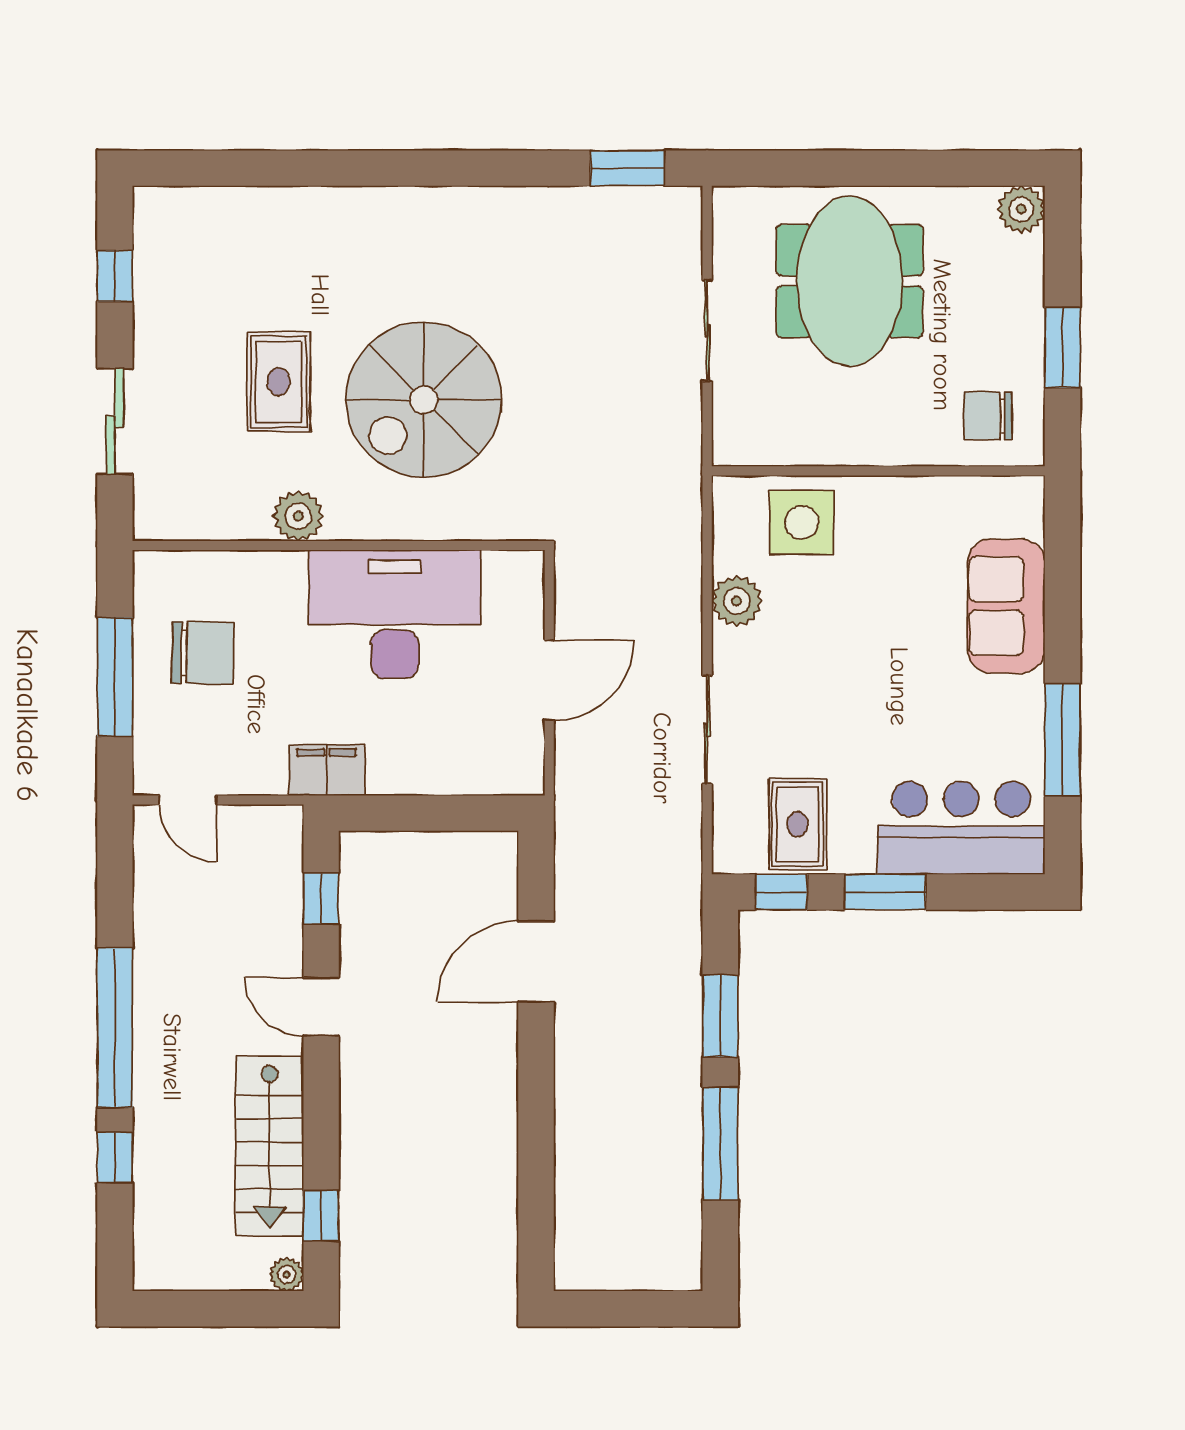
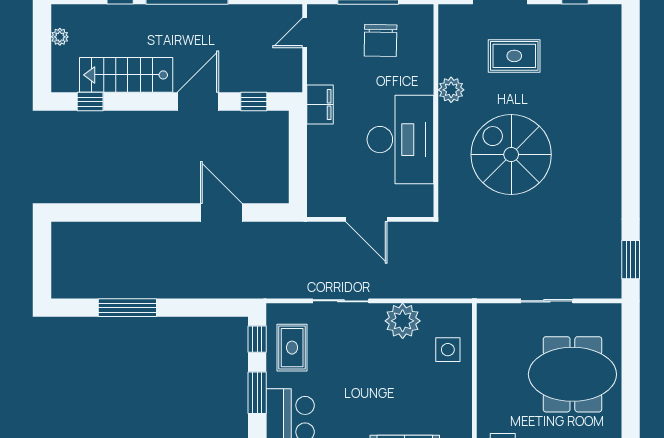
rug: (279, 382) -> (514, 56), moved
side table: (802, 522) -> (448, 350), width x0.73, depth x0.73
plant: (737, 601) -> (403, 321), width x1.36, depth x1.36
rug: (798, 824) -> (292, 348), turned 90
door: (321, 1007) -> (198, 102), width x1.38
window: (720, 1016) -> (193, 308), removed
plant: (287, 1274) -> (60, 37), moved

